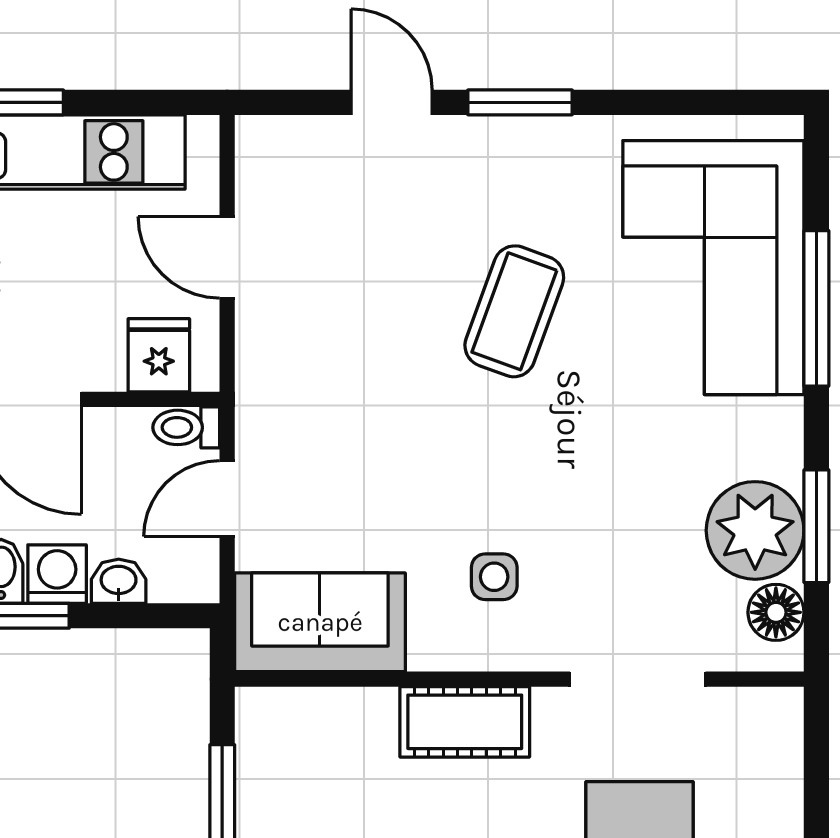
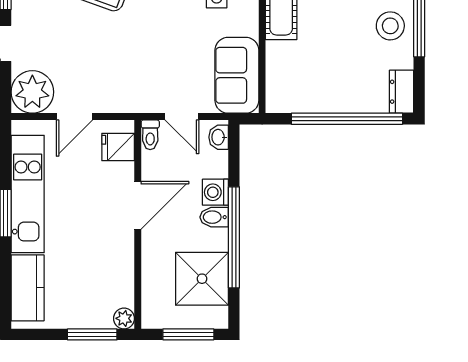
plant: (282, 163) -> (32, 92), added
washbasin: (119, 581) -> (219, 137), moved

